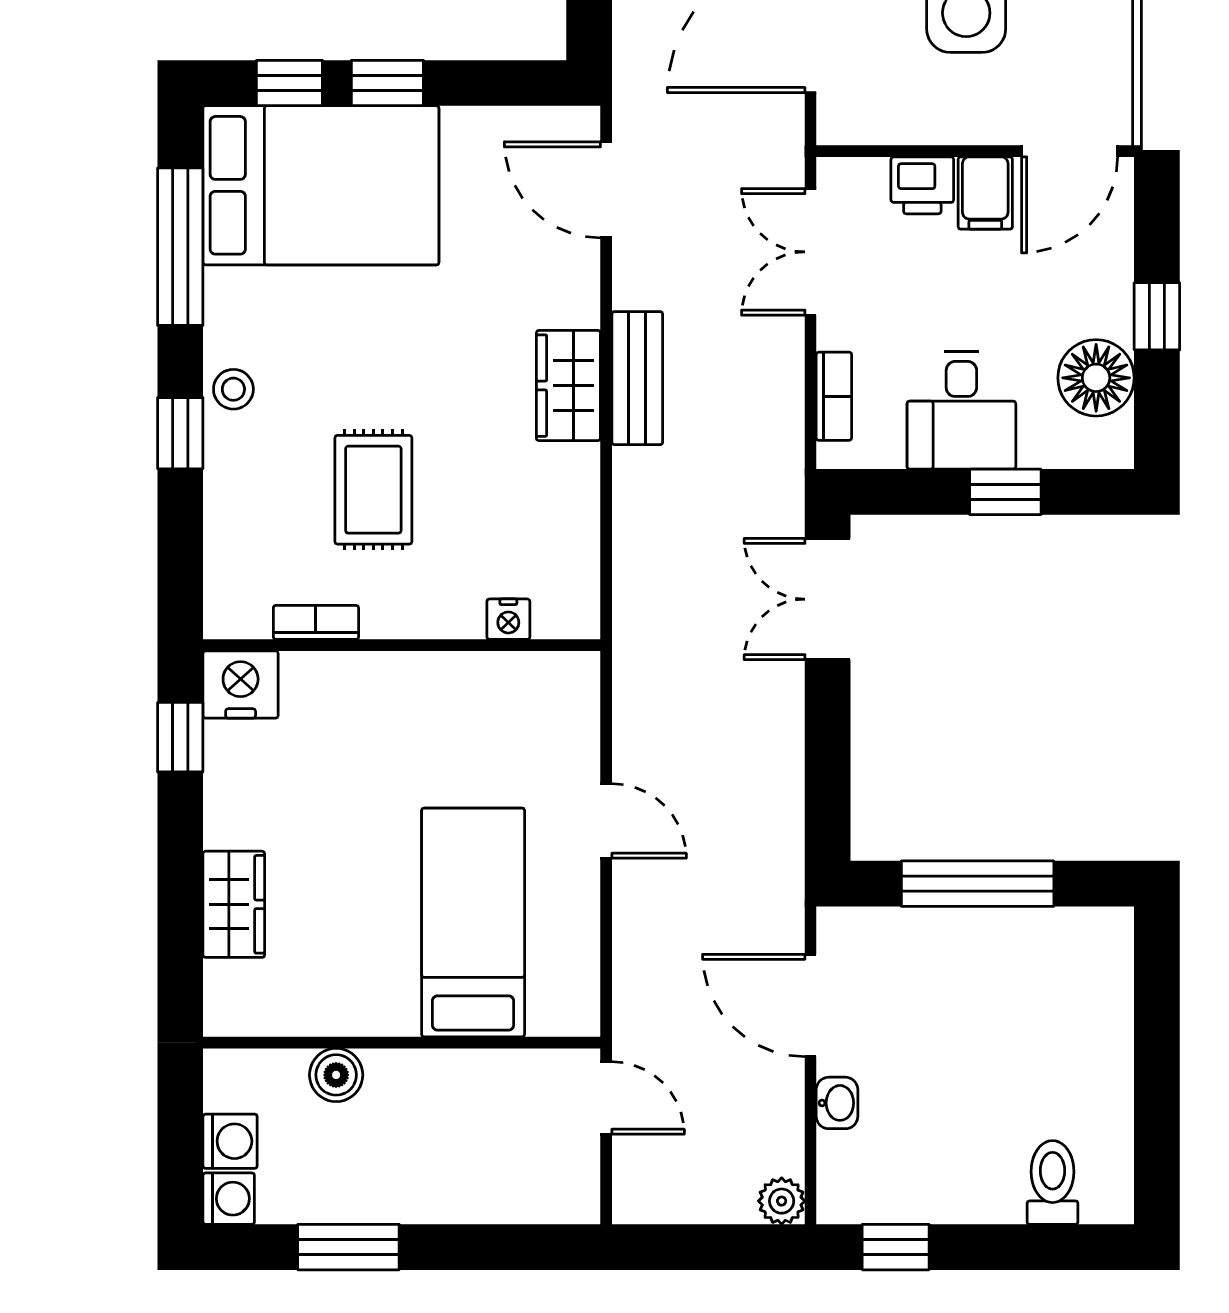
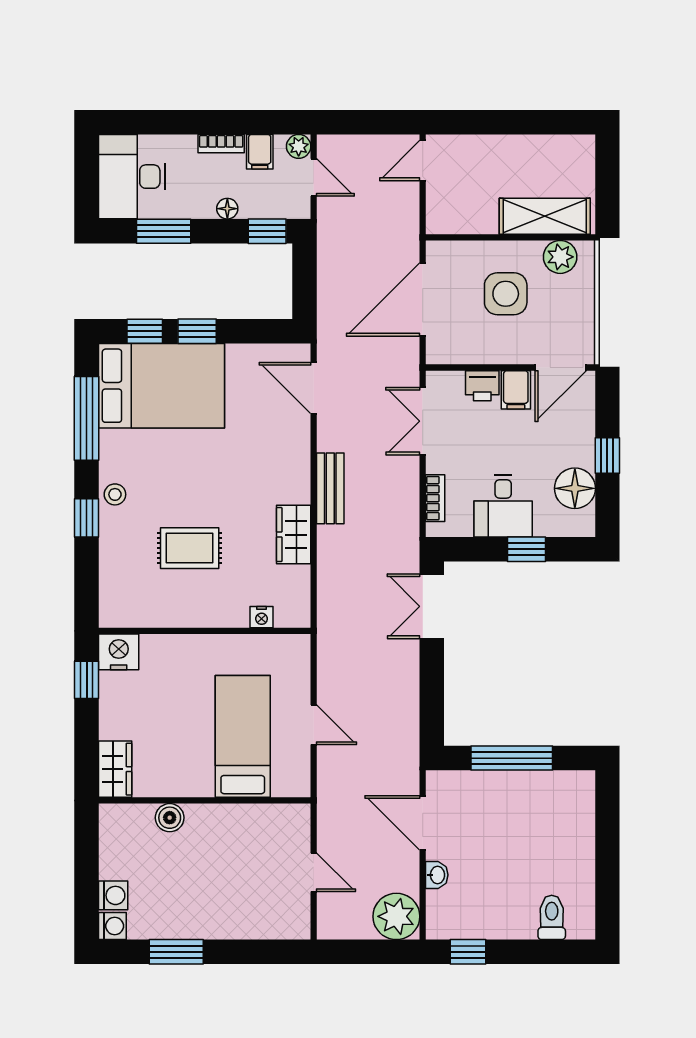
wardrobe: (568, 386) -> (294, 535), moved
rug: (373, 490) -> (190, 548), turned 90
bookcase: (316, 622) -> (159, 619), removed
bed: (473, 923) -> (243, 736), moved
wall: (402, 1043) -> (205, 800), moved
boiler: (336, 1075) -> (170, 818), moved
plant: (782, 1201) -> (396, 916), width x1.88, depth x1.88

